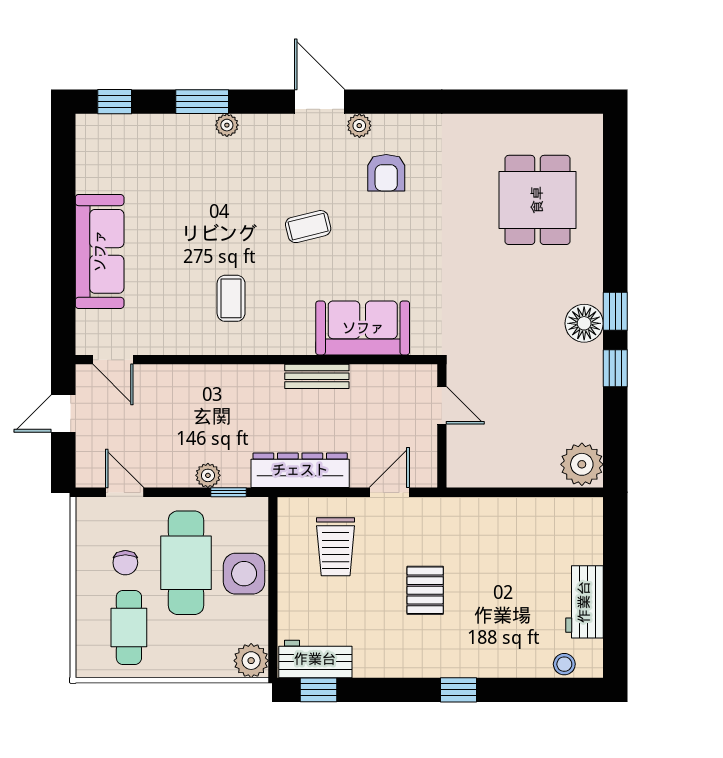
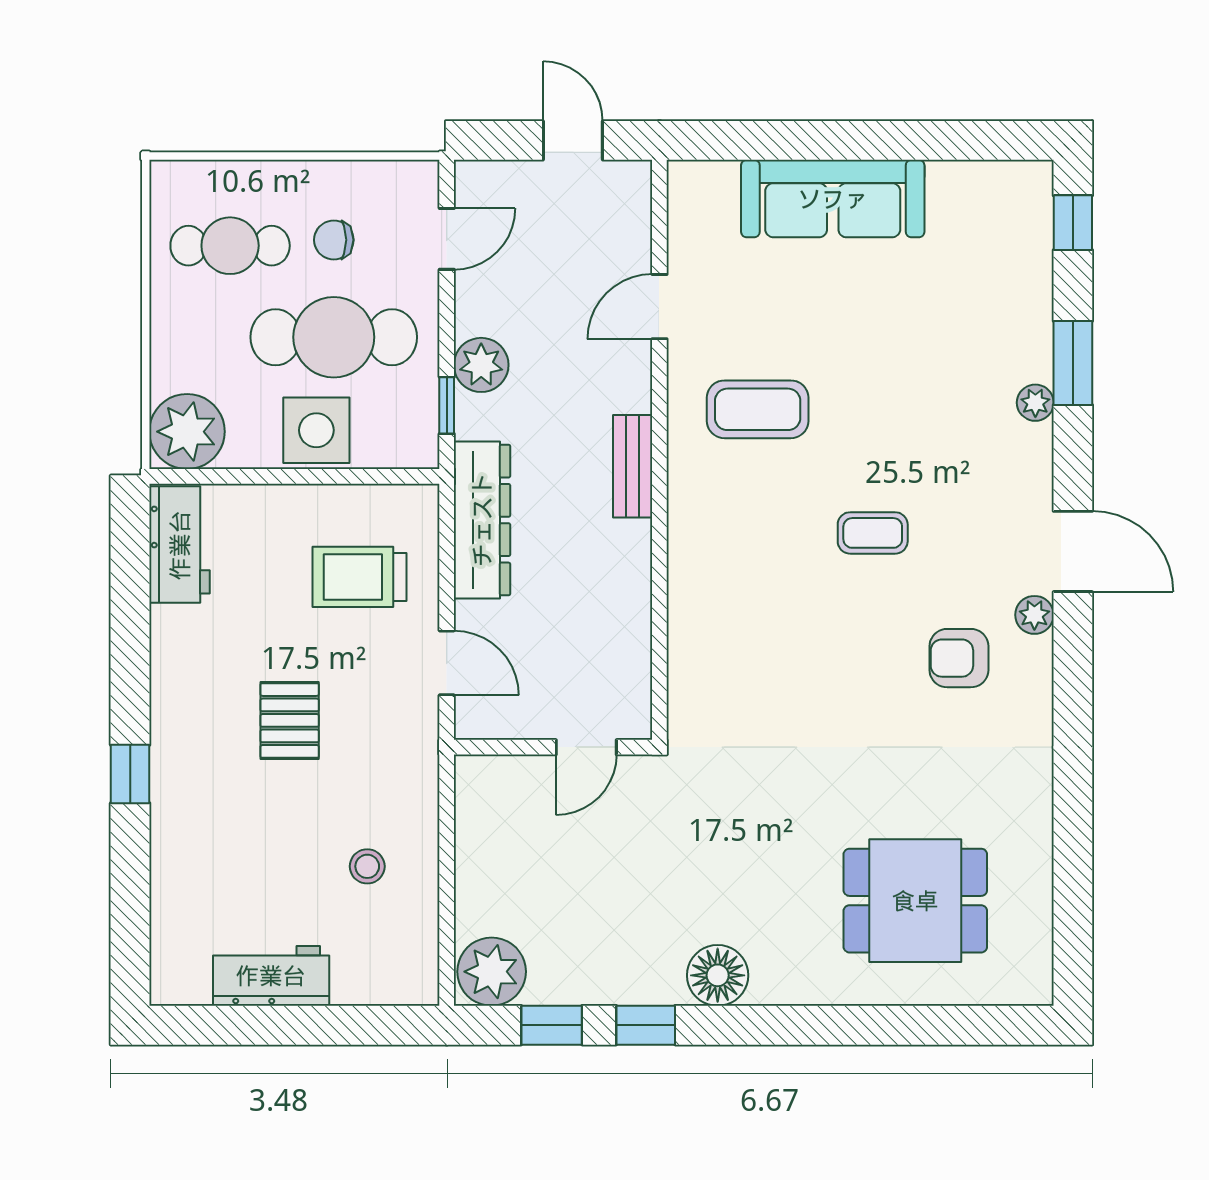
door: (320, 102) -> (1073, 551), hinge flipped
coffee table: (308, 227) -> (873, 533), turned -76
coffee table: (231, 298) -> (758, 409), width x1.36, depth x1.30
window: (615, 311) -> (552, 1025), moved
sofa: (363, 328) -> (710, 620), removed
door: (113, 360) -> (659, 307), moved
bench: (317, 376) -> (633, 466), moved
plant: (208, 475) -> (481, 365), width x1.38, depth x1.38
pallet: (425, 590) -> (290, 720), turned 90
plant: (251, 661) -> (187, 432), width x1.36, depth x1.36
stool: (564, 664) -> (367, 866), moved
window: (319, 690) -> (130, 550), removed

